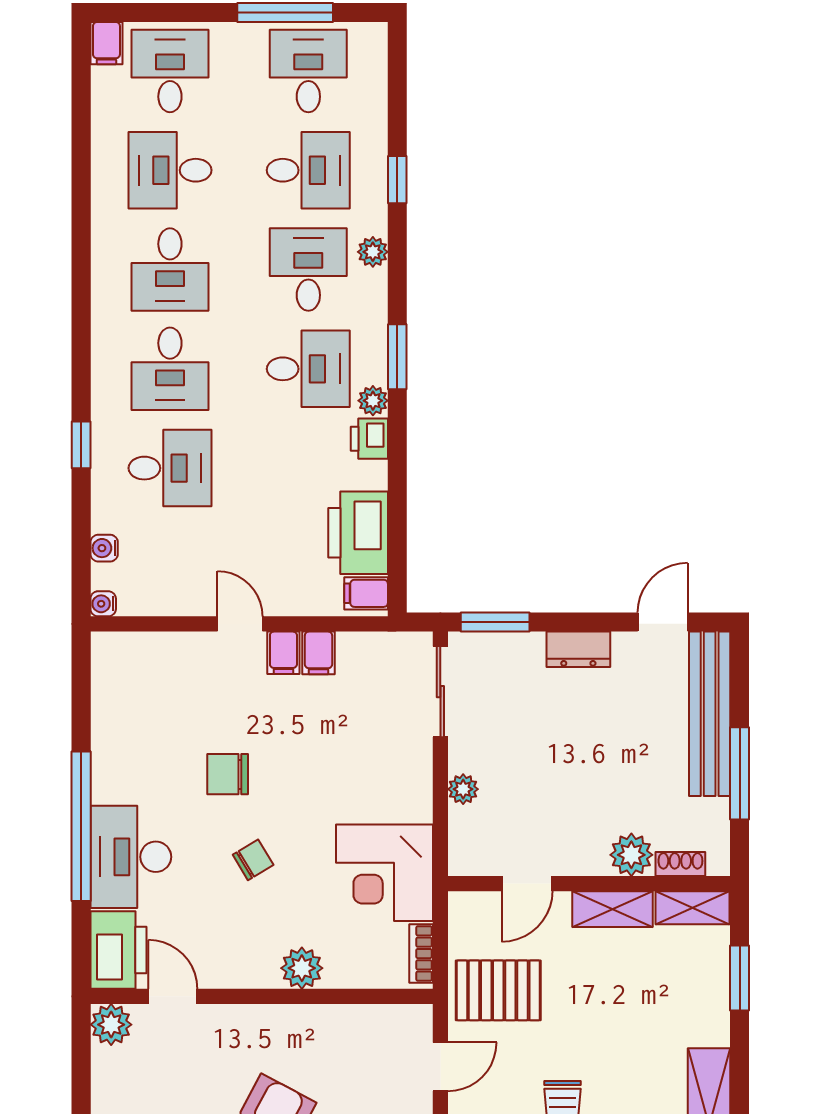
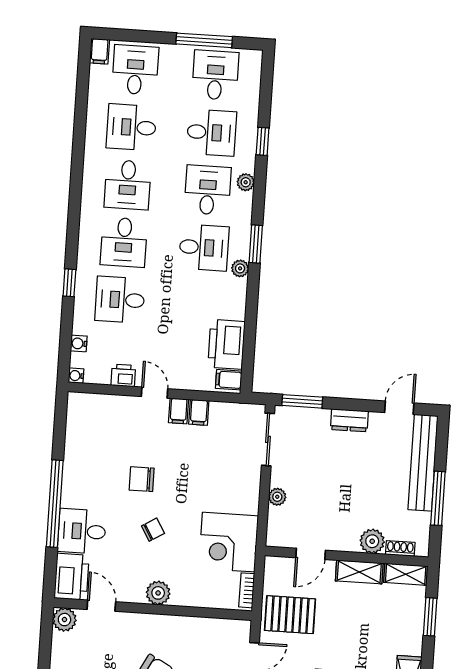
printer: (369, 439) -> (123, 375), moved, turned 90
desk: (170, 468) -> (120, 300), turned 180
desk: (131, 857) -> (82, 531), width x0.73
plant: (302, 968) -> (158, 593), moved

